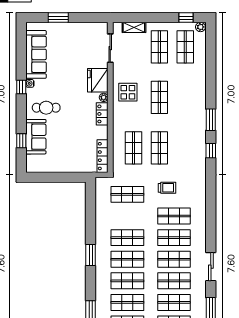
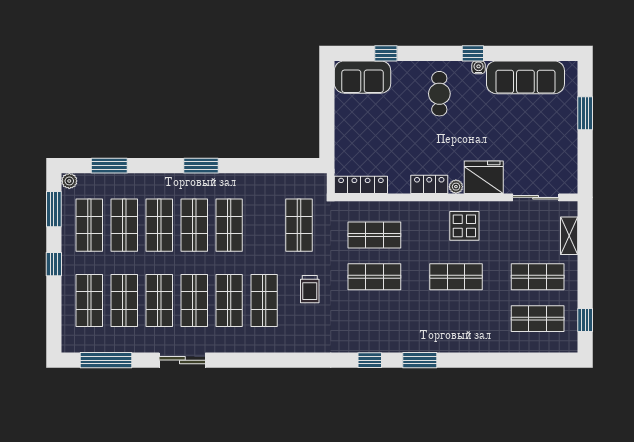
plant: (200, 27) -> (570, 343), removed
sofa: (36, 137) -> (363, 77), moved

